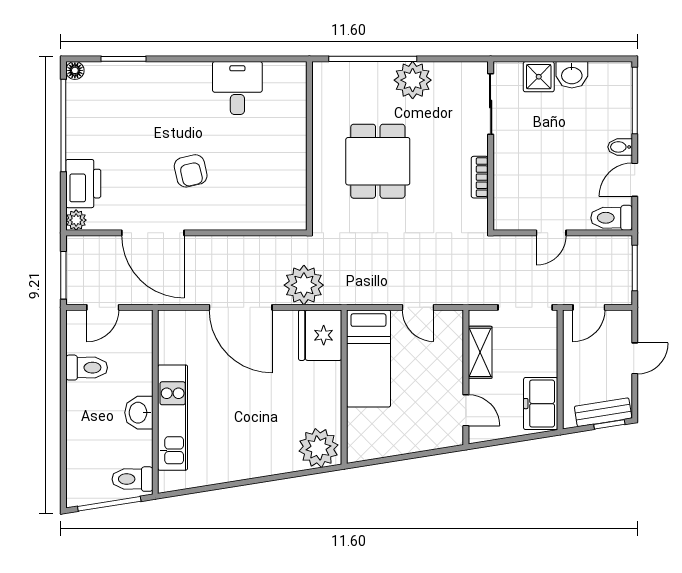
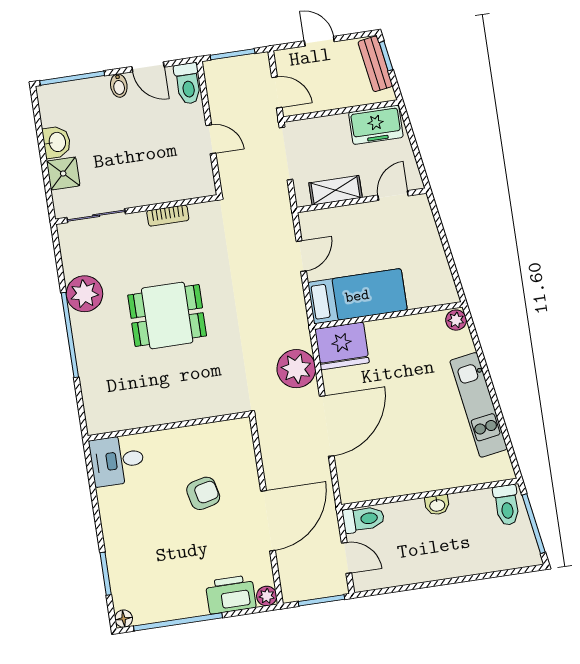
wall: (309, 146) -> (169, 426), moved
toilet: (87, 368) -> (363, 519), moved, turned 90
washbasin: (139, 413) -> (437, 505), width x0.72, depth x0.69
kitchen unit: (173, 418) -> (479, 405), moved, turned -99
plant: (318, 448) -> (456, 320), width x0.53, depth x0.53

